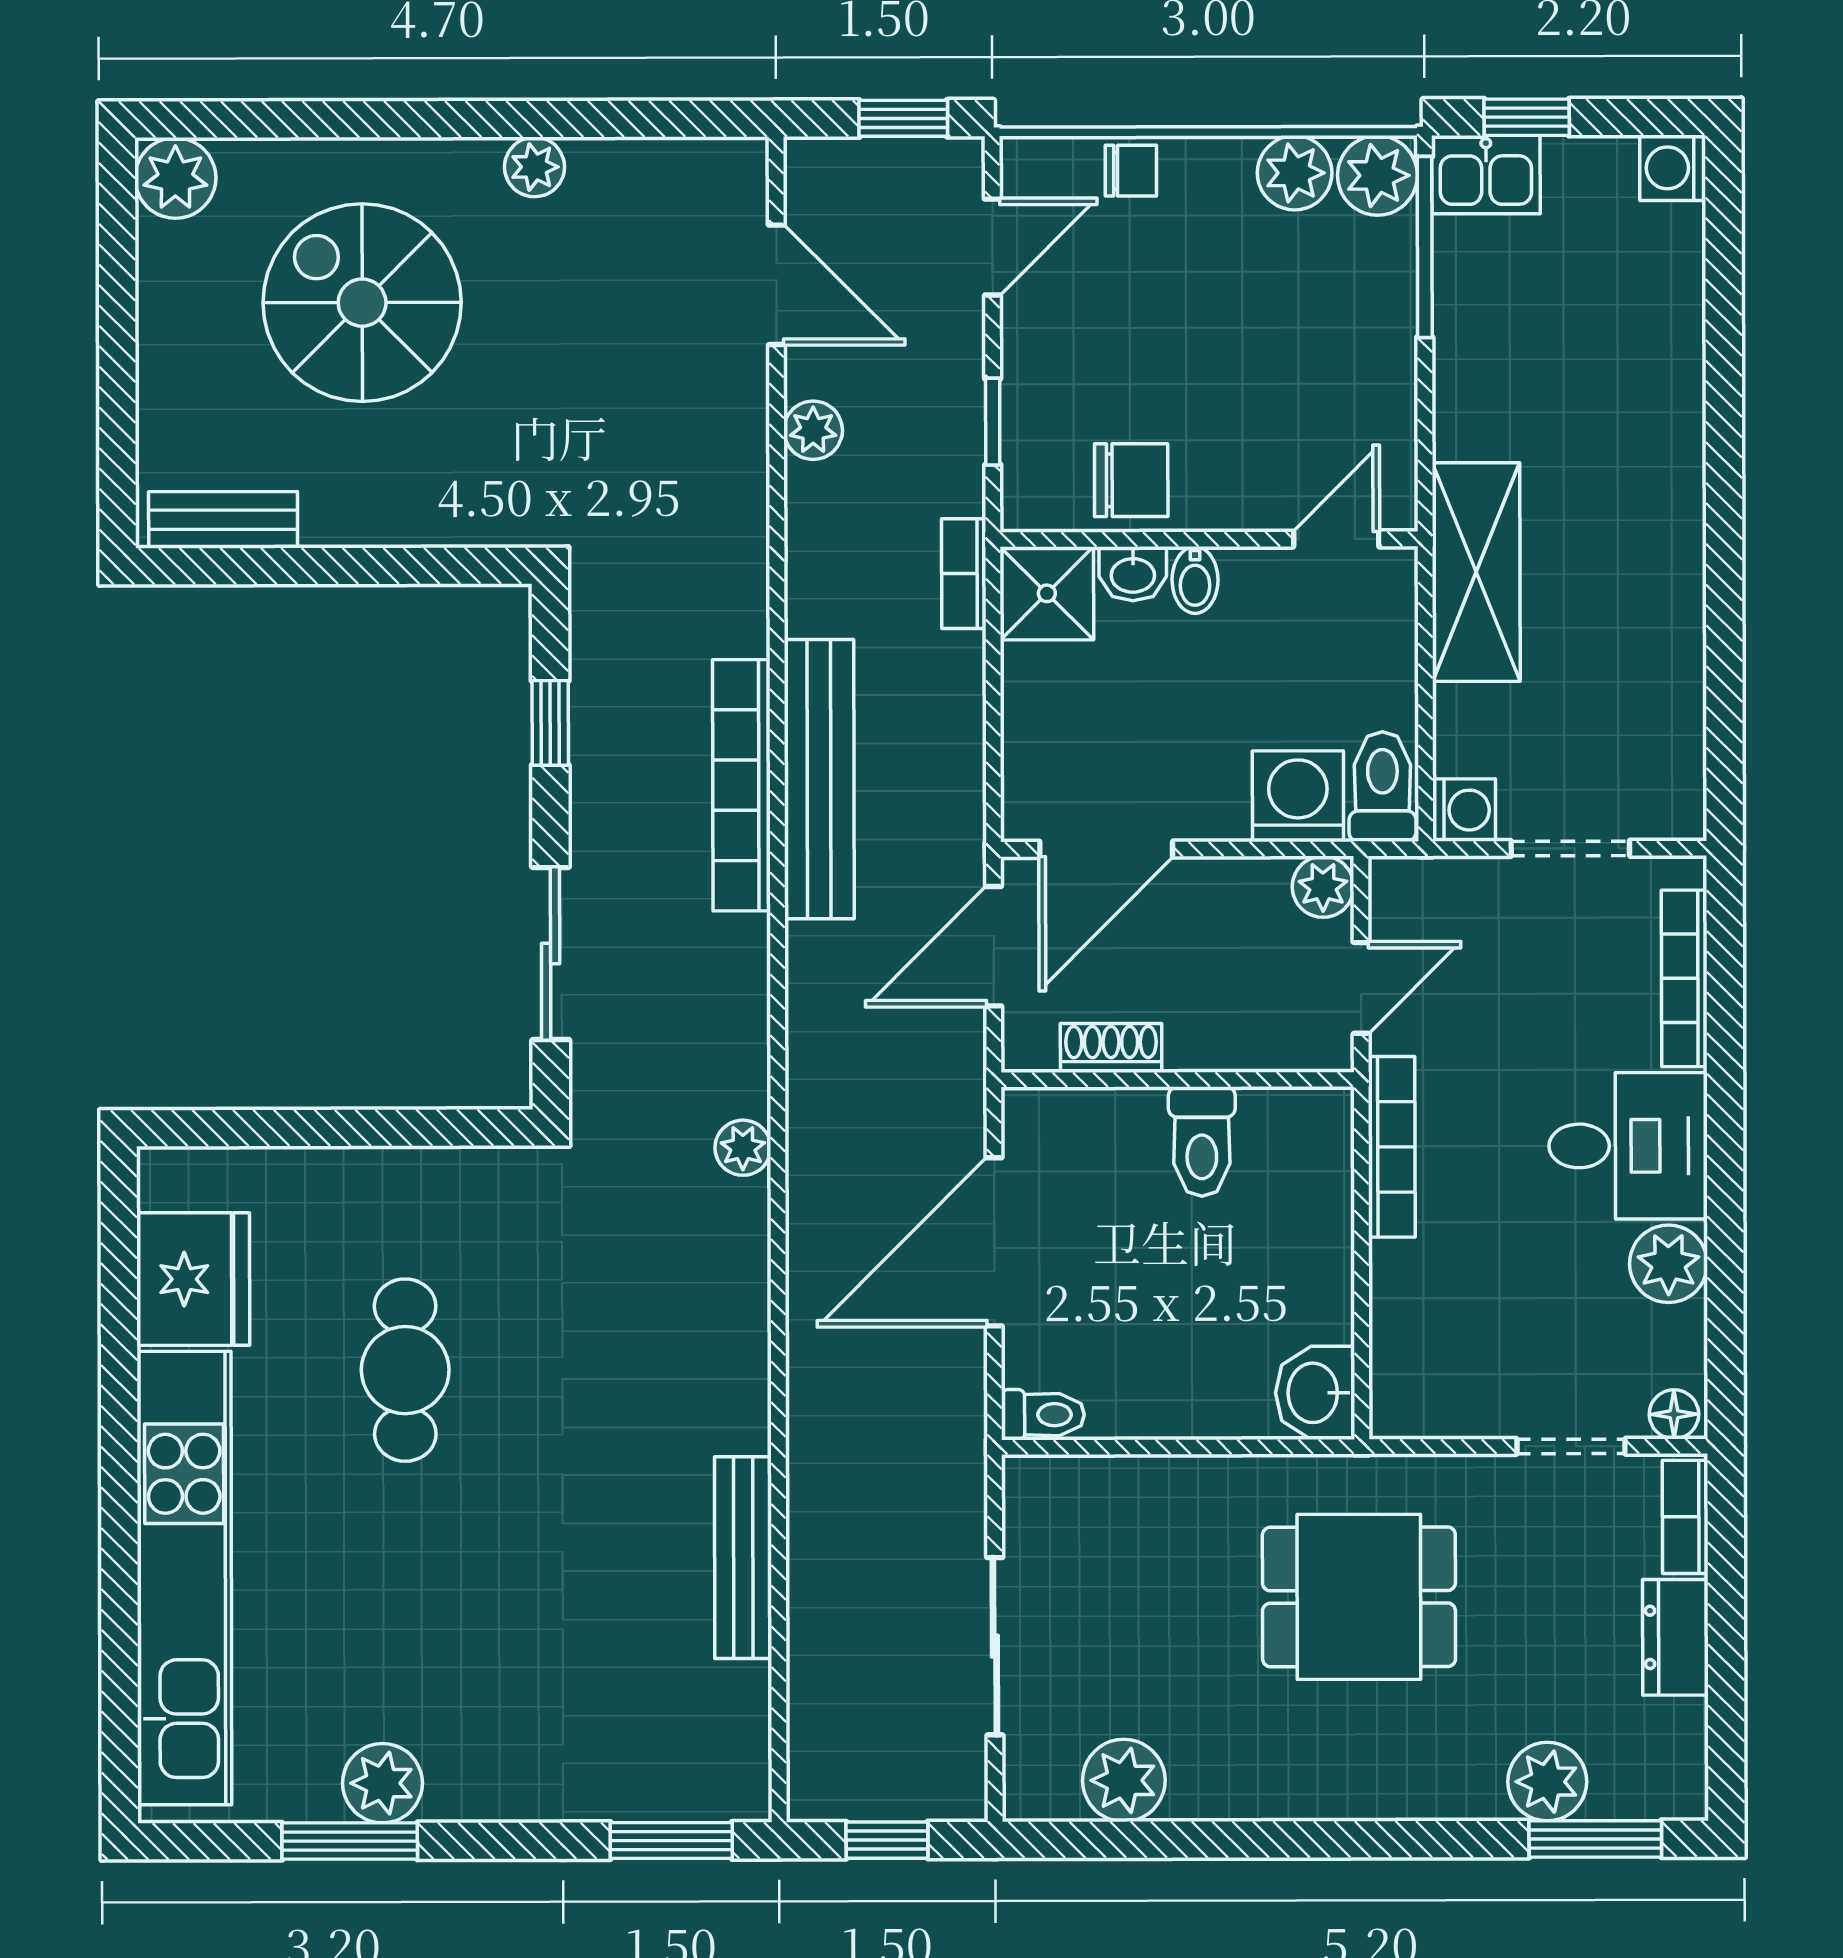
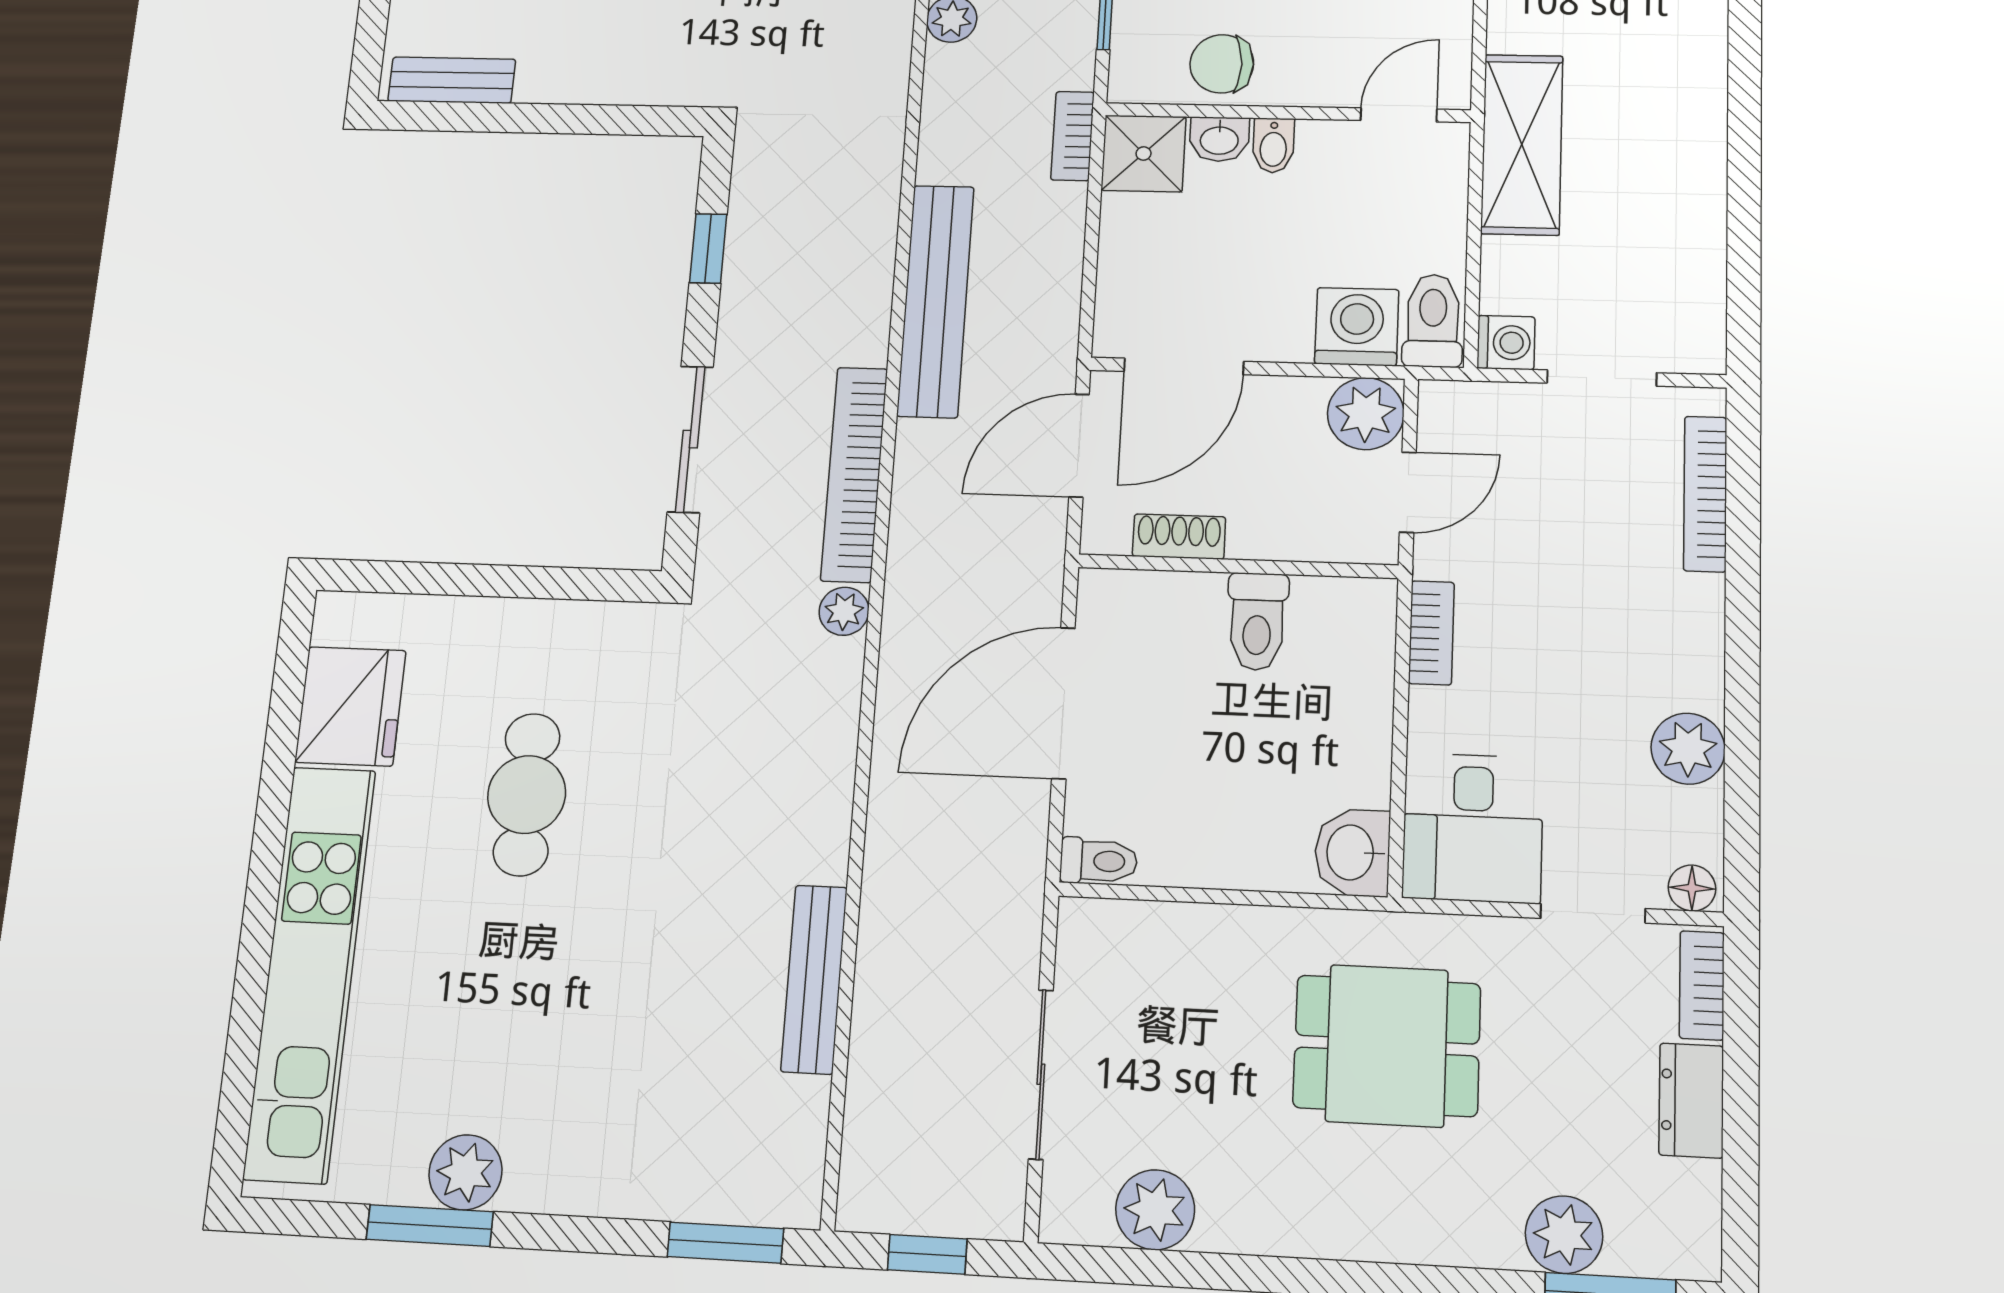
chair: (1131, 480) -> (1222, 64), turned 180
bookcase: (741, 785) -> (854, 474), moved
plant: (1323, 887) -> (1366, 414), width x1.38, depth x1.38
desk: (1628, 1146) -> (1473, 828), moved, turned 90
bookcase: (1392, 1147) -> (1431, 633), width x0.64

